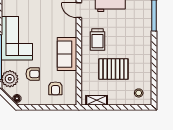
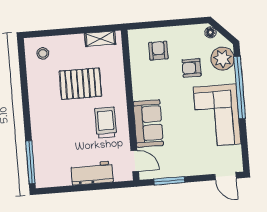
sofa: (67, 54) -> (148, 123), moved

